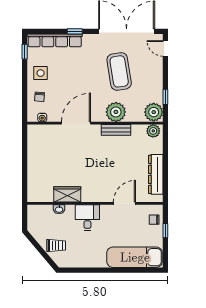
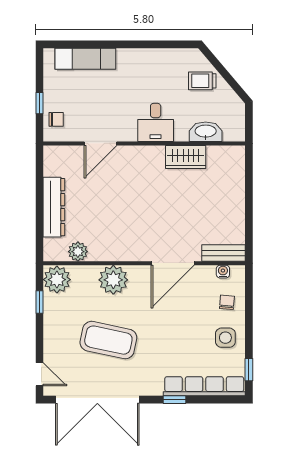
coffee table: (119, 71) -> (108, 340), turned -69
bench: (116, 130) -> (223, 253), moved
plant: (153, 131) -> (78, 252), moved
dresser: (156, 174) -> (54, 207), moved
washbasin: (59, 209) -> (206, 132), width x1.91, depth x1.45
exam couch: (135, 257) -> (85, 59), width x0.73, depth x0.69

